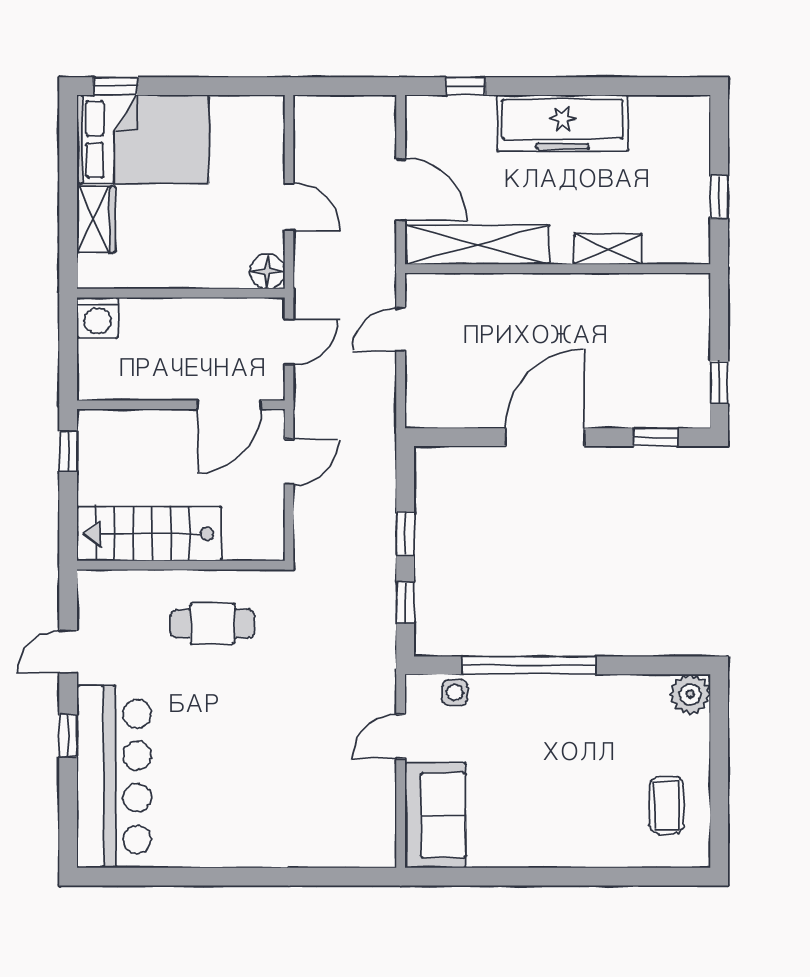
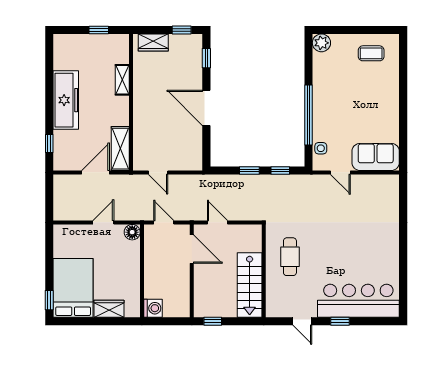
shelving: (477, 245) -> (120, 149), width x0.68
wardrobe: (691, 319) -> (153, 42), added

